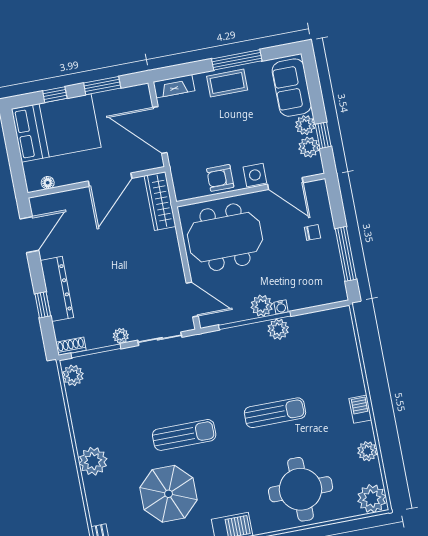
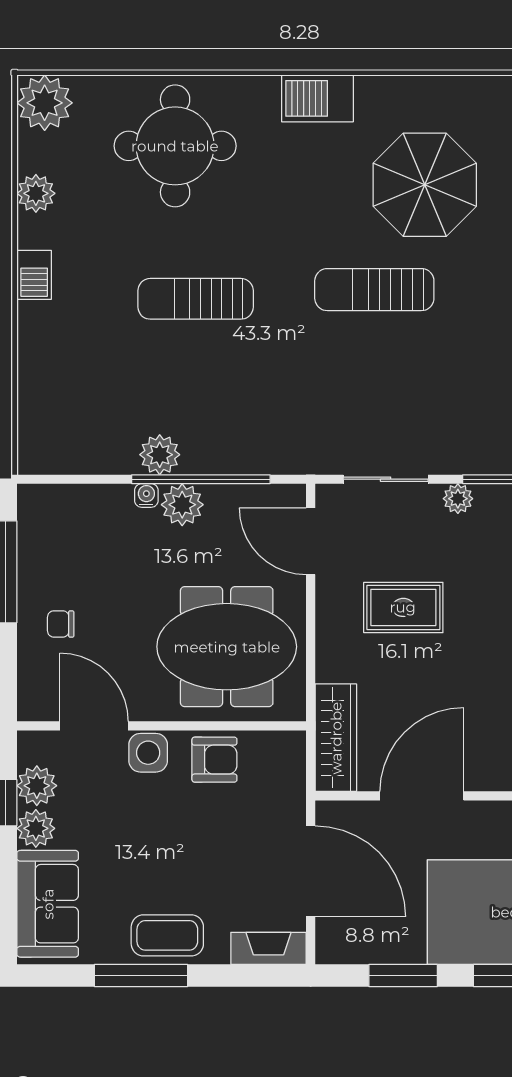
rug: (138, 275) -> (403, 607), added

